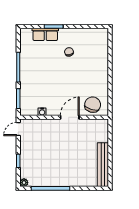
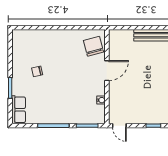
row of seats: (45, 34) -> (19, 110), moved
chair: (93, 105) -> (93, 46), turned 58
door: (70, 117) -> (107, 71), swing flipped

